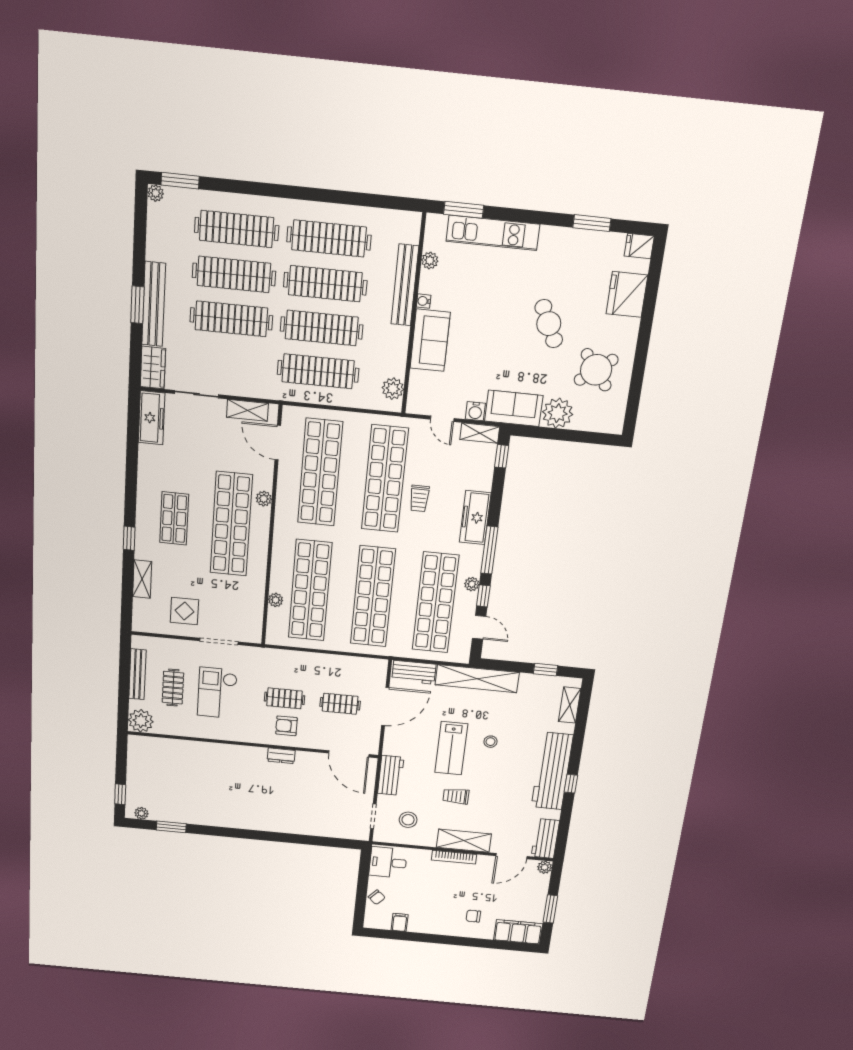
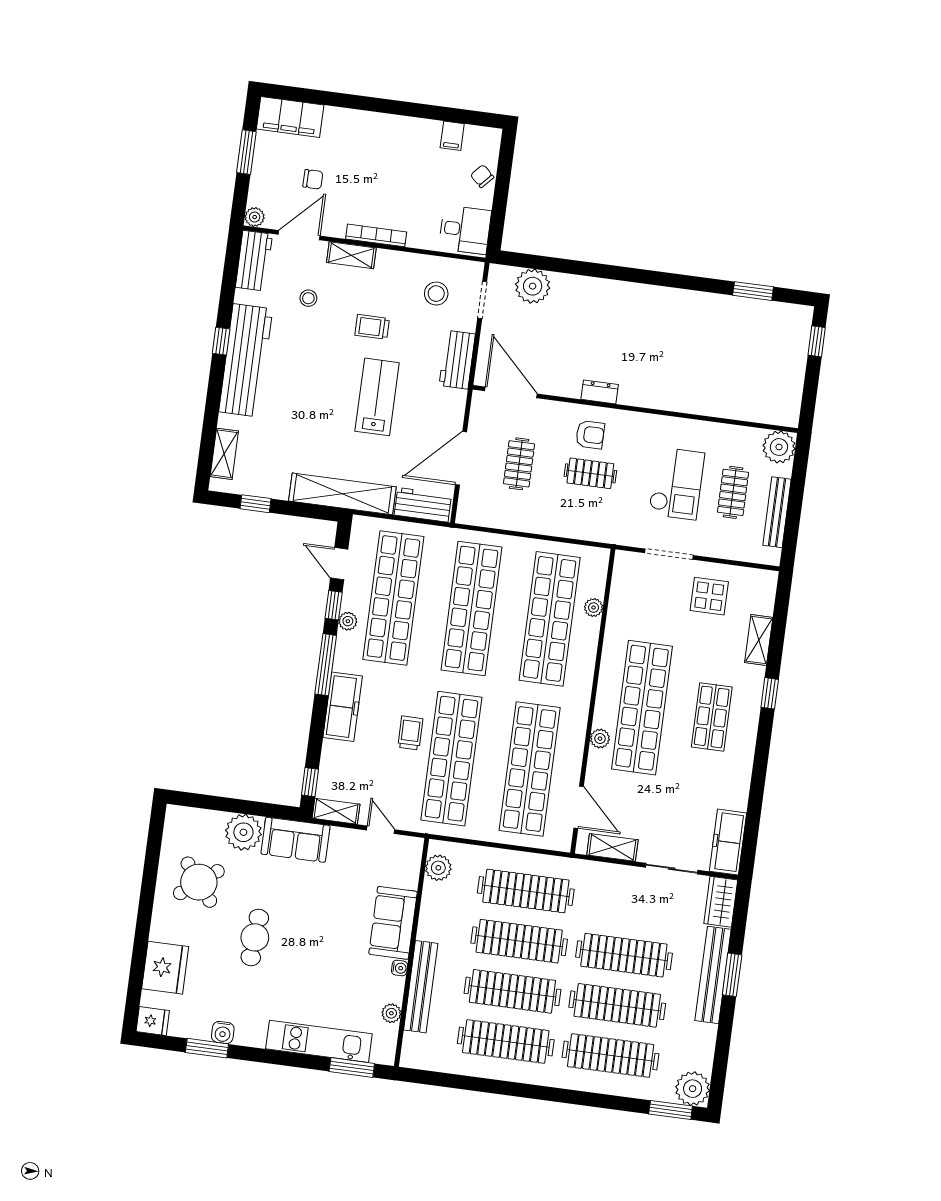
plant: (156, 193) -> (693, 1089), width x1.88, depth x1.88
cafe table: (549, 324) -> (255, 937), turned 30
water cooler: (475, 411) -> (223, 1032), moved, turned 180
clothes rail: (340, 704) -> (519, 464), turned 90
stool: (490, 742) -> (308, 298), moved
trolley: (456, 796) -> (372, 327), turned 180
plant: (141, 813) -> (533, 286), moved, width x1.87, depth x1.87
shelving: (464, 841) -> (351, 255), width x0.67, depth x0.75
chair: (473, 916) -> (313, 179), moved

